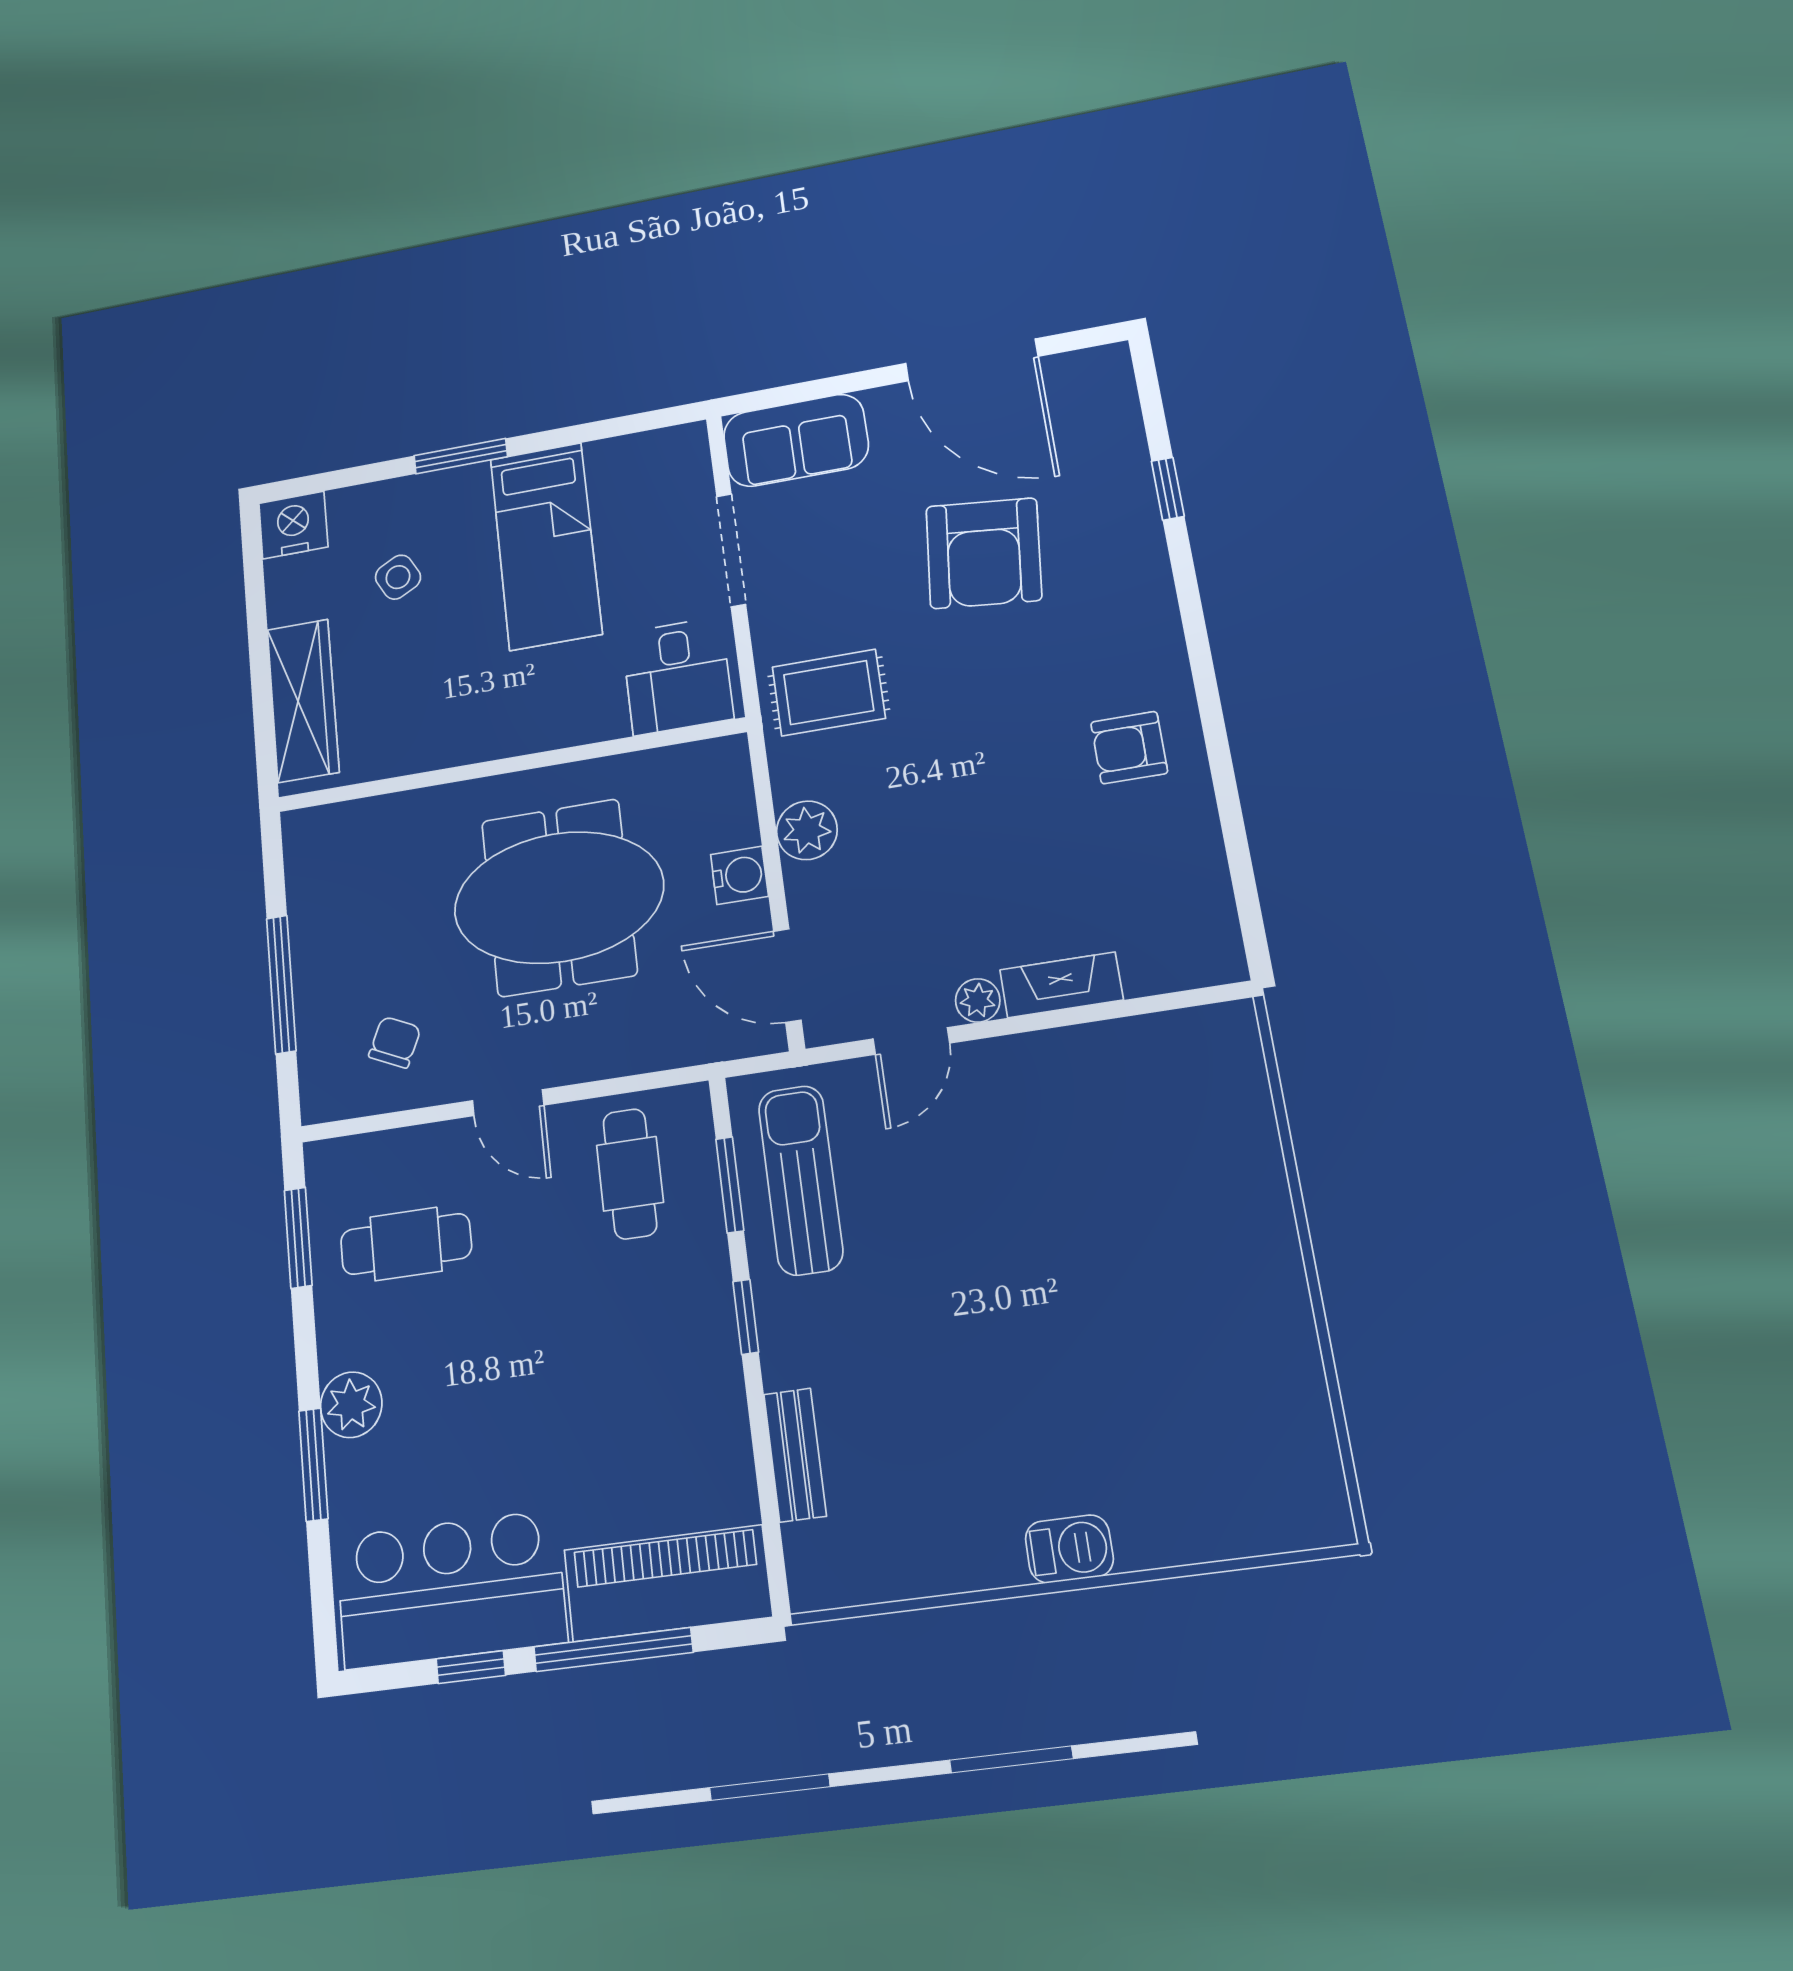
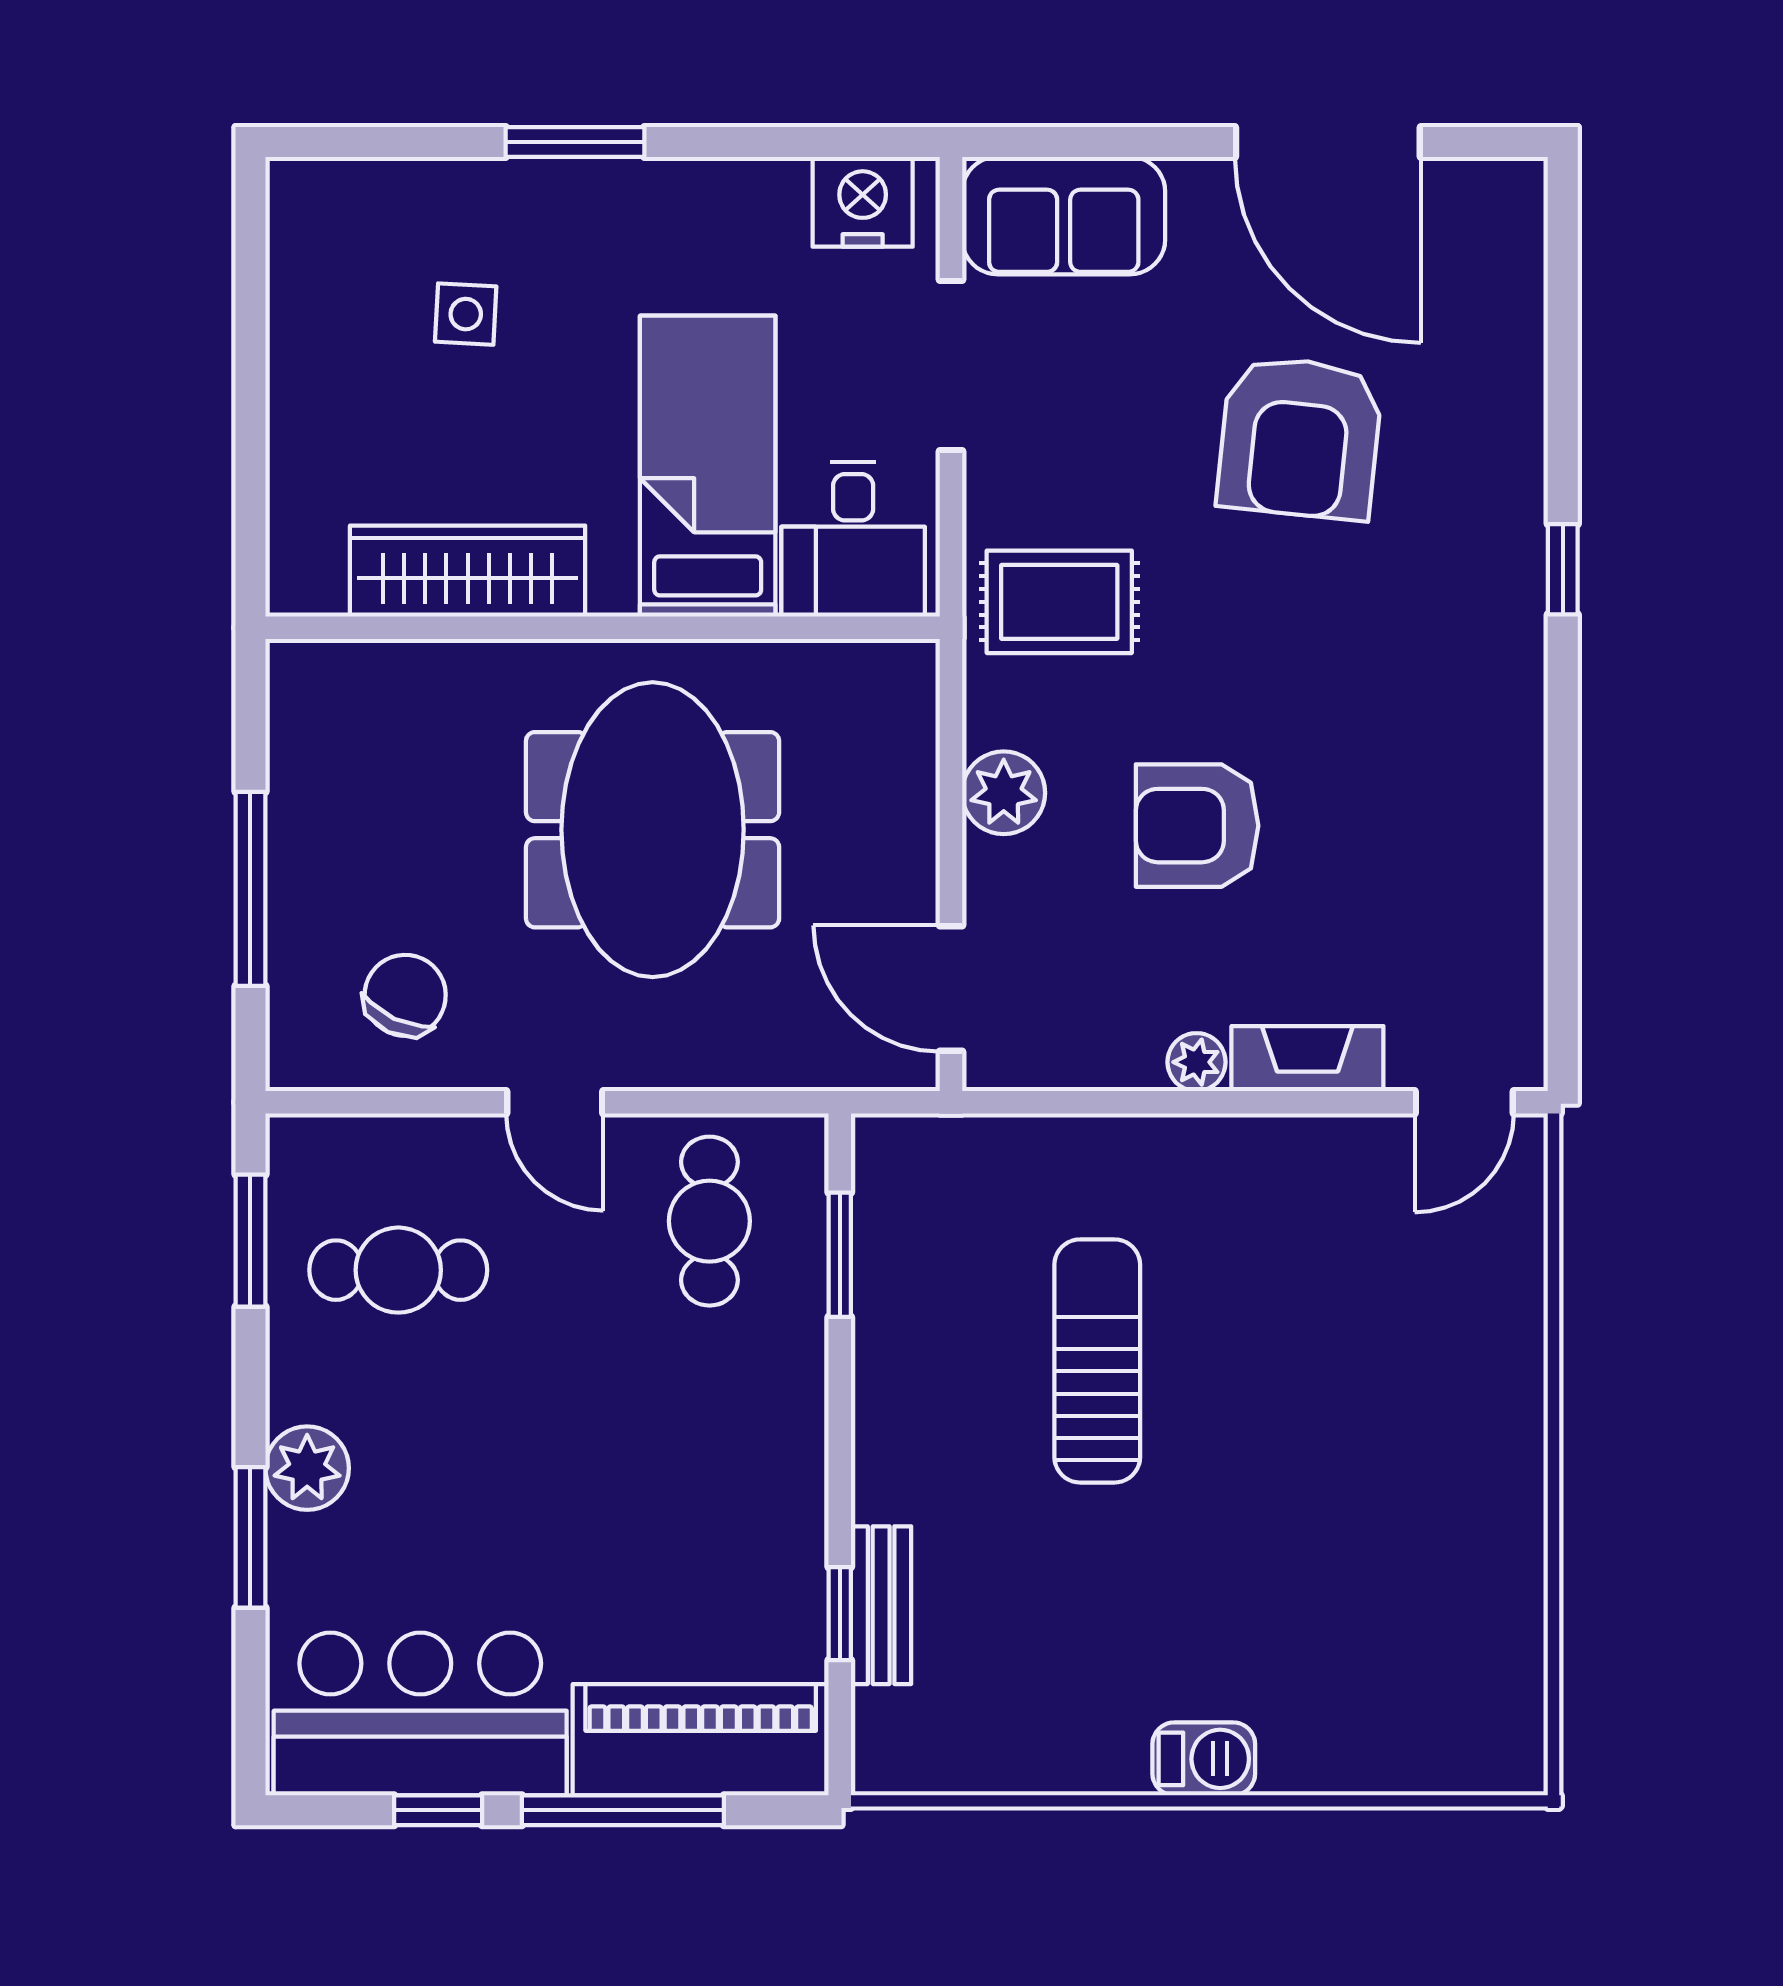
window: (1168, 489) -> (1563, 569), moved
nightstand: (293, 525) -> (863, 202), moved
bed: (546, 546) -> (708, 466), moved, turned 180
side table: (398, 577) -> (466, 314), turned 31
wardrobe: (303, 700) -> (468, 571), moved, turned -90
armchair: (1129, 748) -> (1197, 826), moved, width x1.38, depth x1.38
water cooler: (739, 875) -> (904, 840), removed
meeting table: (559, 897) -> (653, 830), turned 90
door: (911, 1041) -> (1464, 1102), moved
chair: (395, 1042) -> (405, 995), width x1.37, depth x1.37
sun lounger: (801, 1180) -> (1097, 1361), moved
window: (746, 1317) -> (840, 1614), moved

